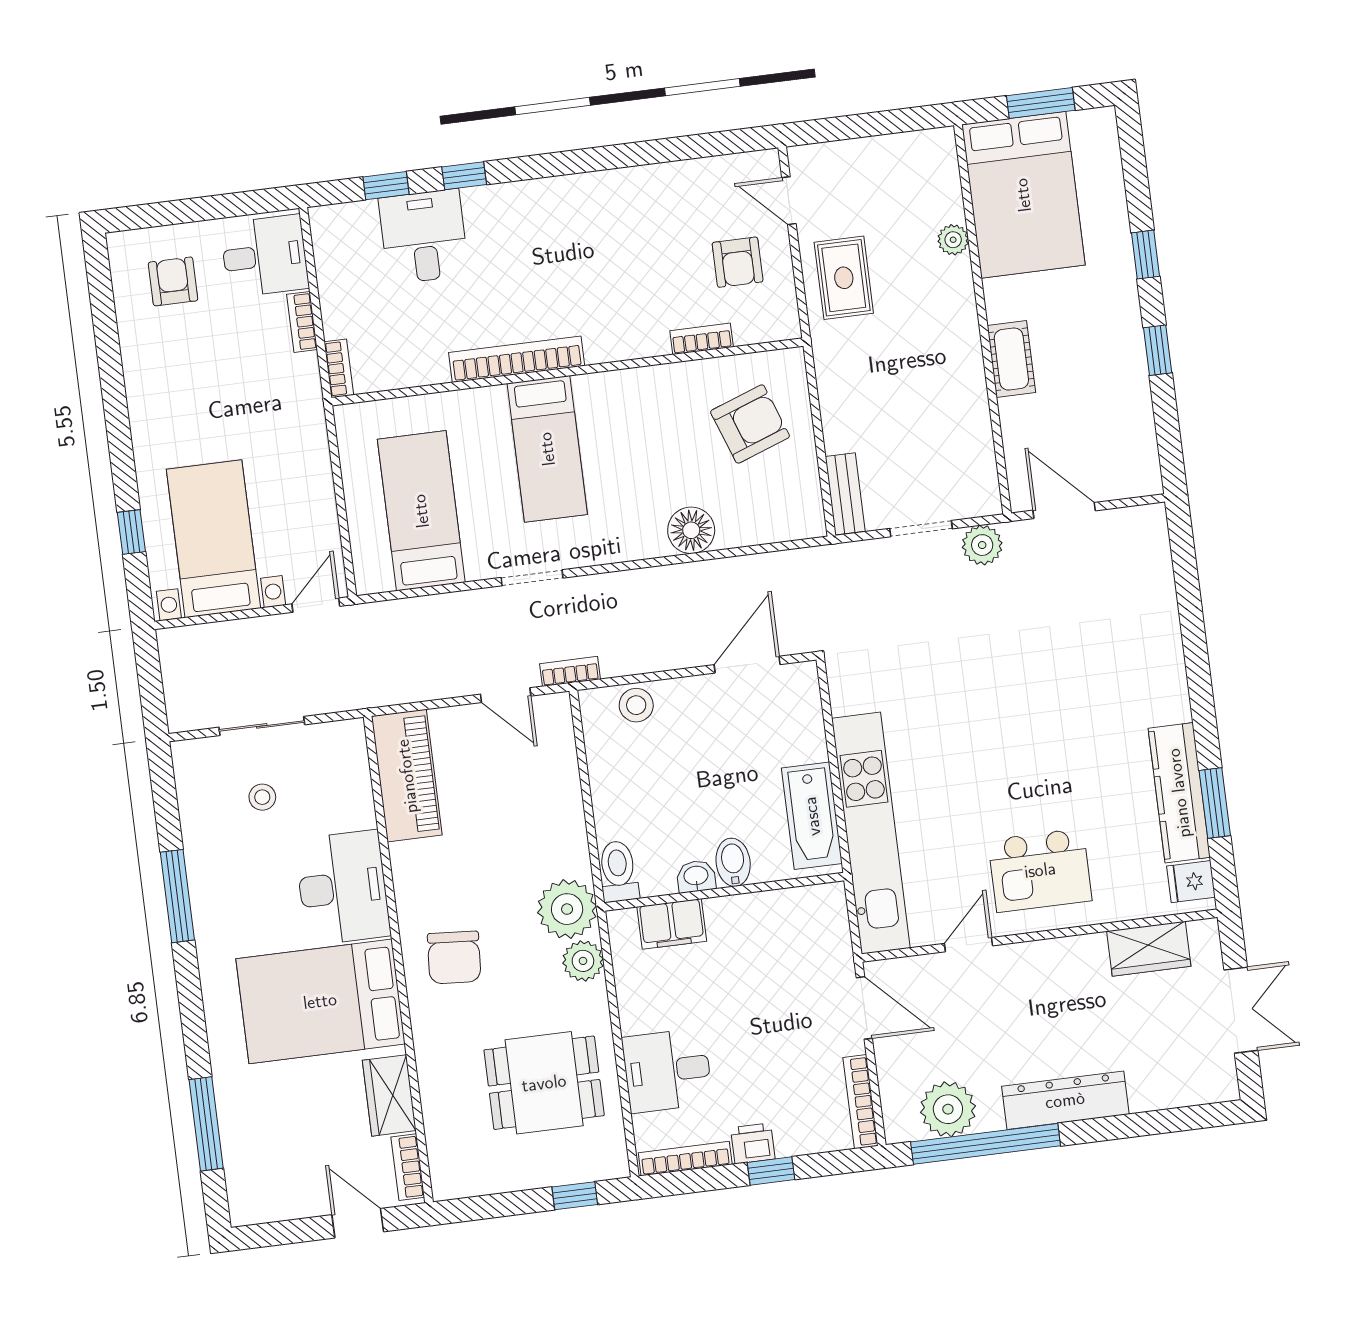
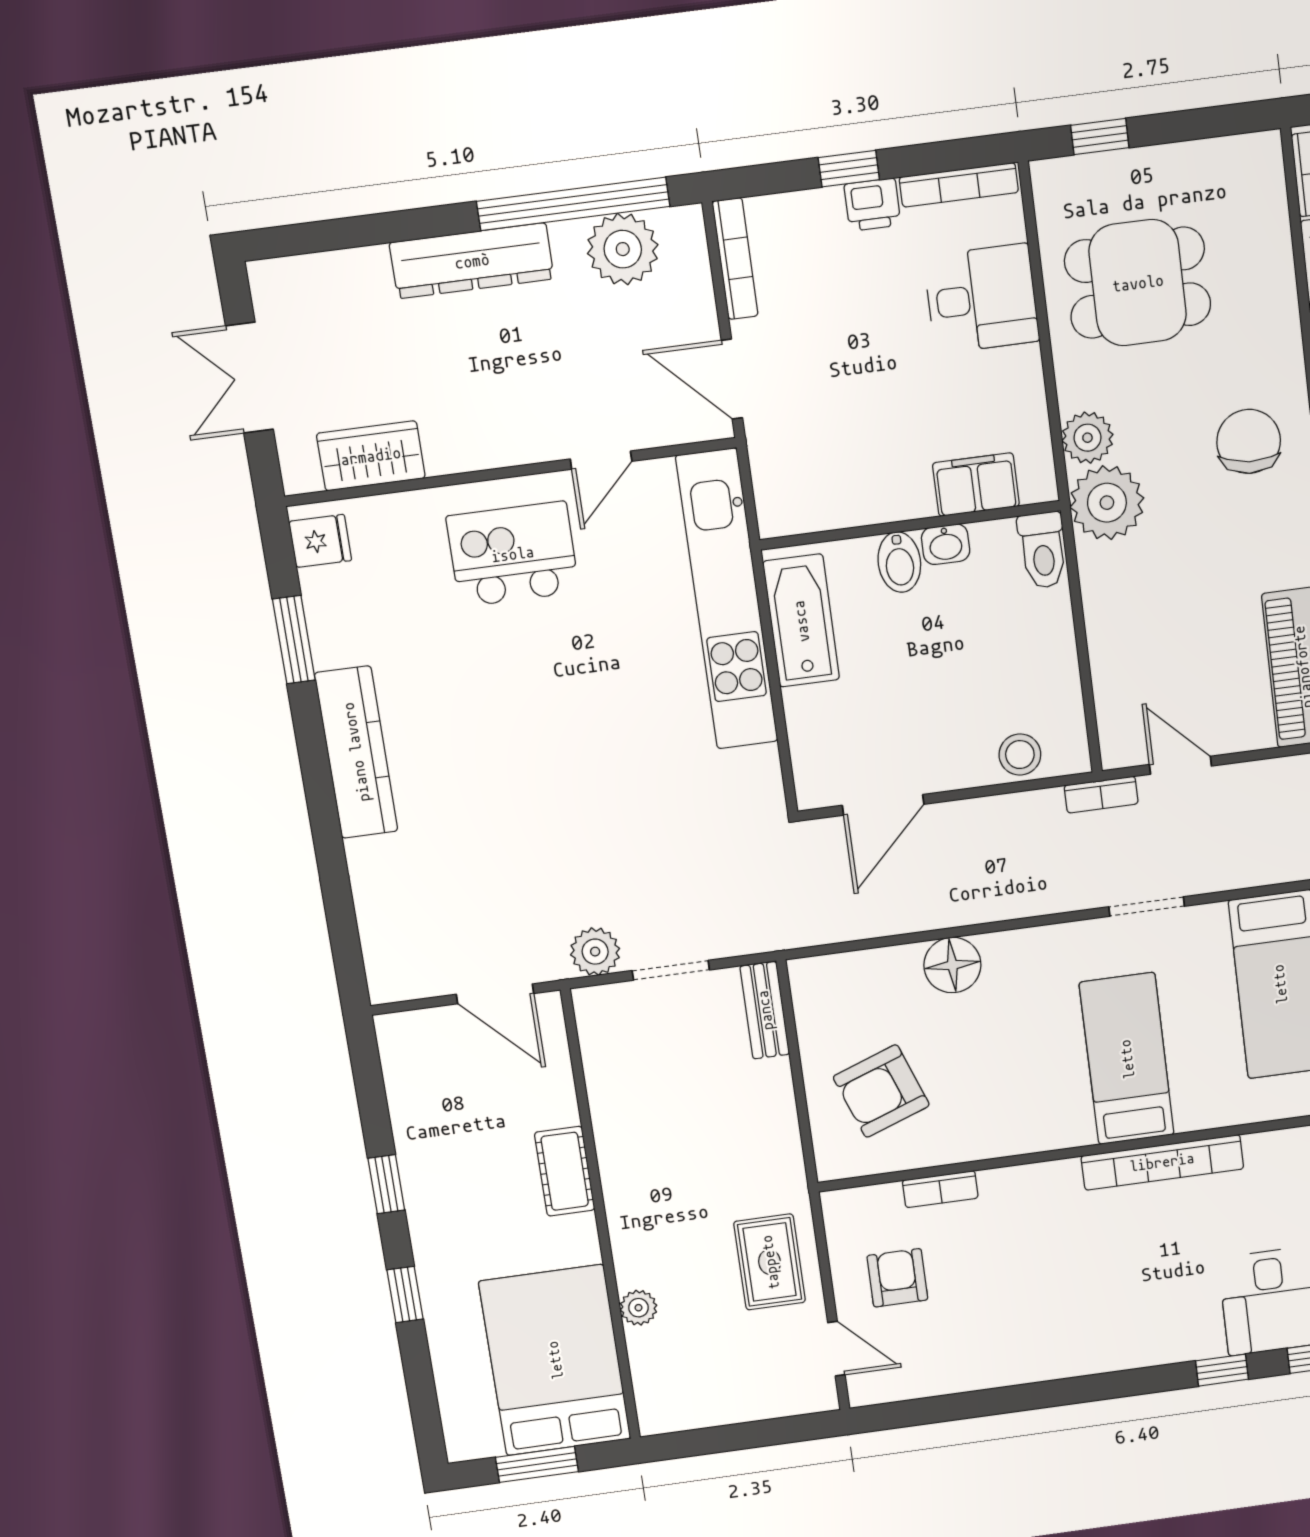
kitchen counter: (1179, 793) -> (356, 752), moved

